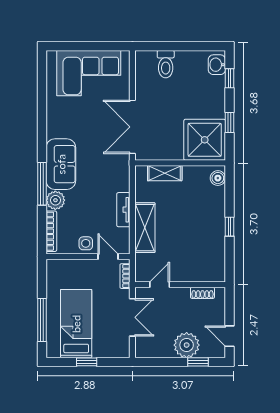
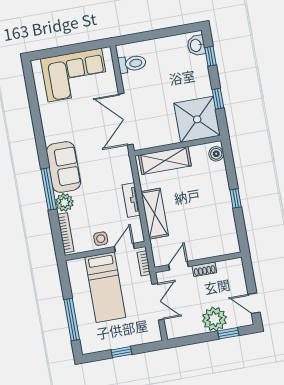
toilet: (166, 64) -> (132, 64), moved, turned -90
shelving: (165, 173) -> (165, 160), width x1.50, depth x1.33
door: (108, 257) -> (124, 248), hinge flipped
shoe rack: (202, 293) -> (204, 269), moved
bed: (76, 324) -> (105, 287), moved, turned 180

